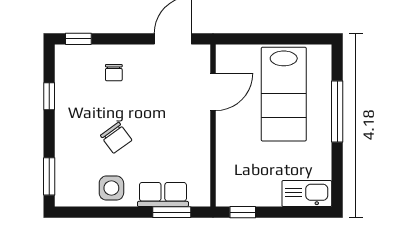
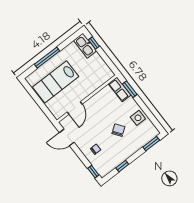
door: (213, 92) -> (75, 108), swing flipped
lab bench: (284, 94) -> (56, 82), turned 180
row of seats: (163, 194) -> (120, 89), moved
window: (243, 212) -> (94, 43), moved

